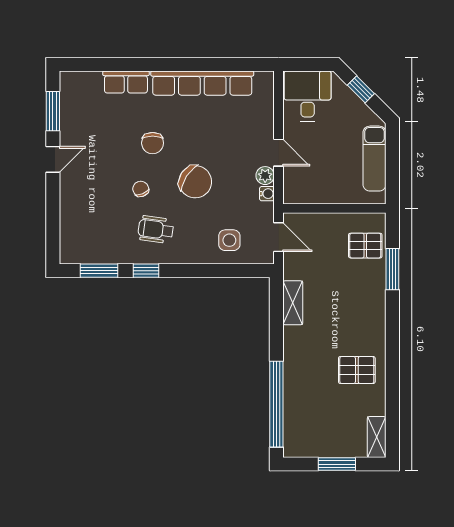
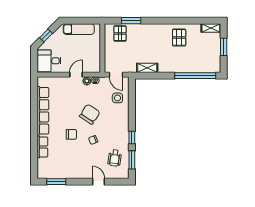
door: (53, 159) -> (99, 182), moved
wheelchair: (156, 230) -> (115, 158), moved
door: (278, 237) -> (116, 75), swing flipped

